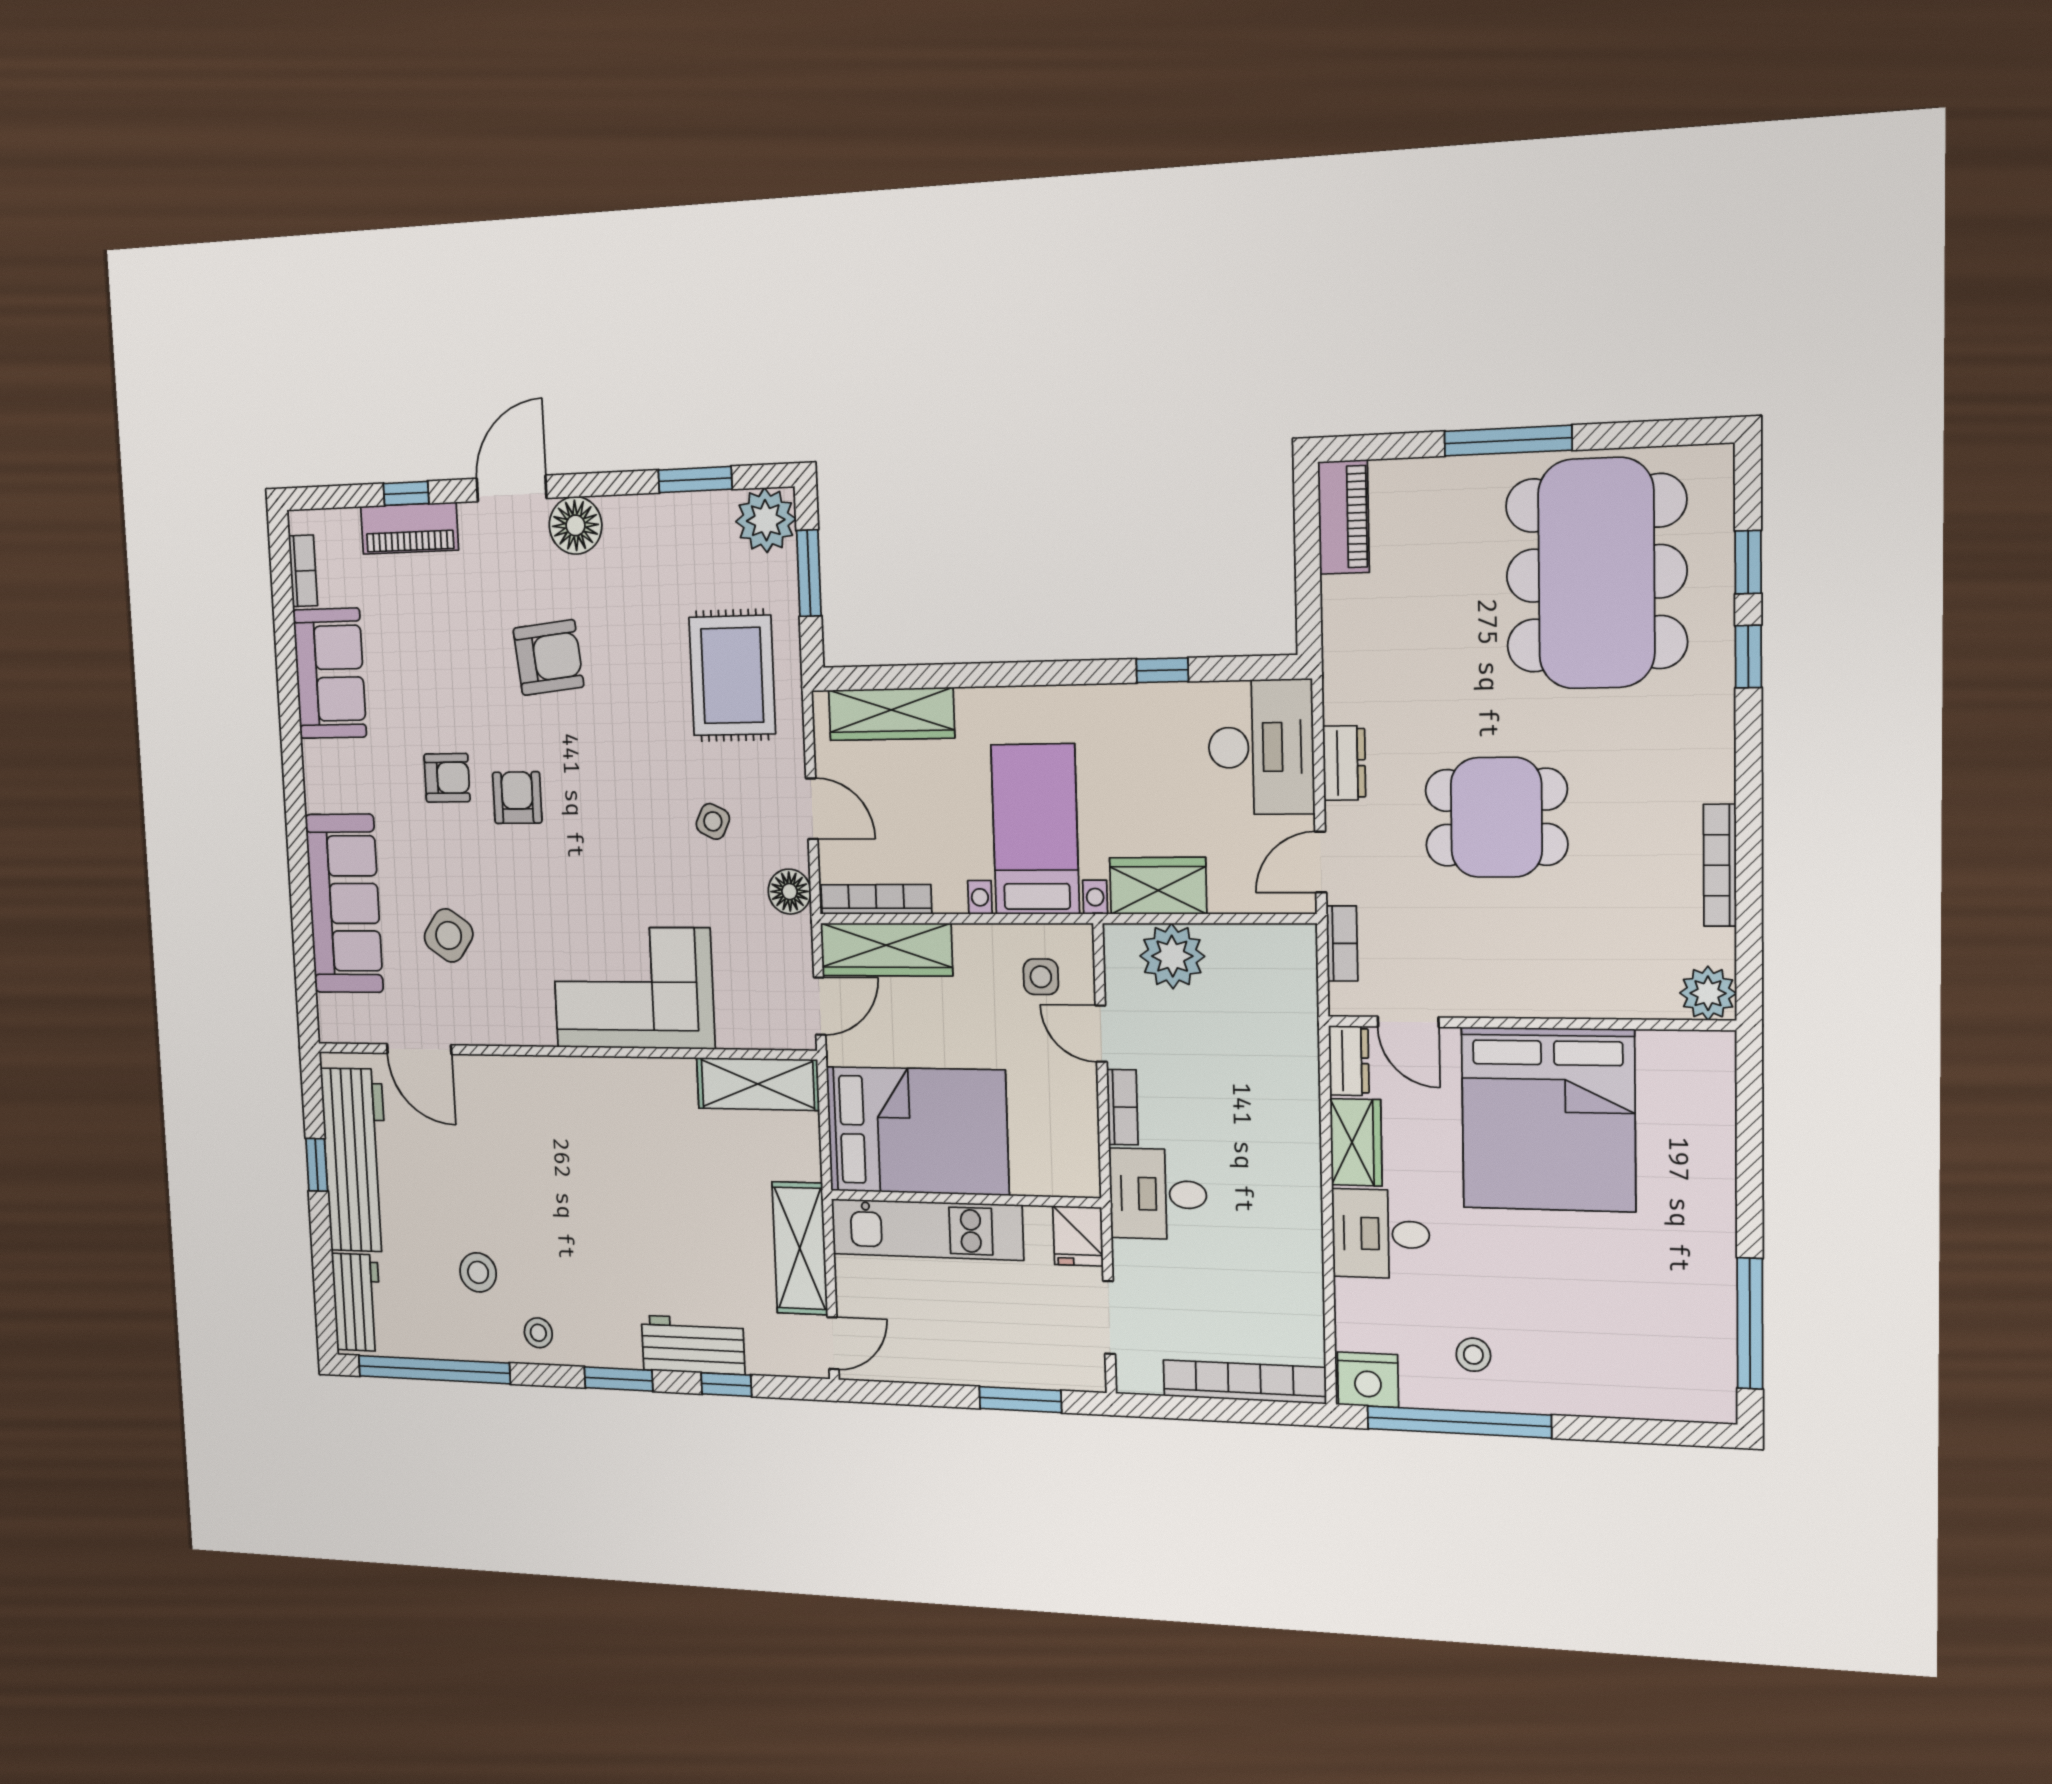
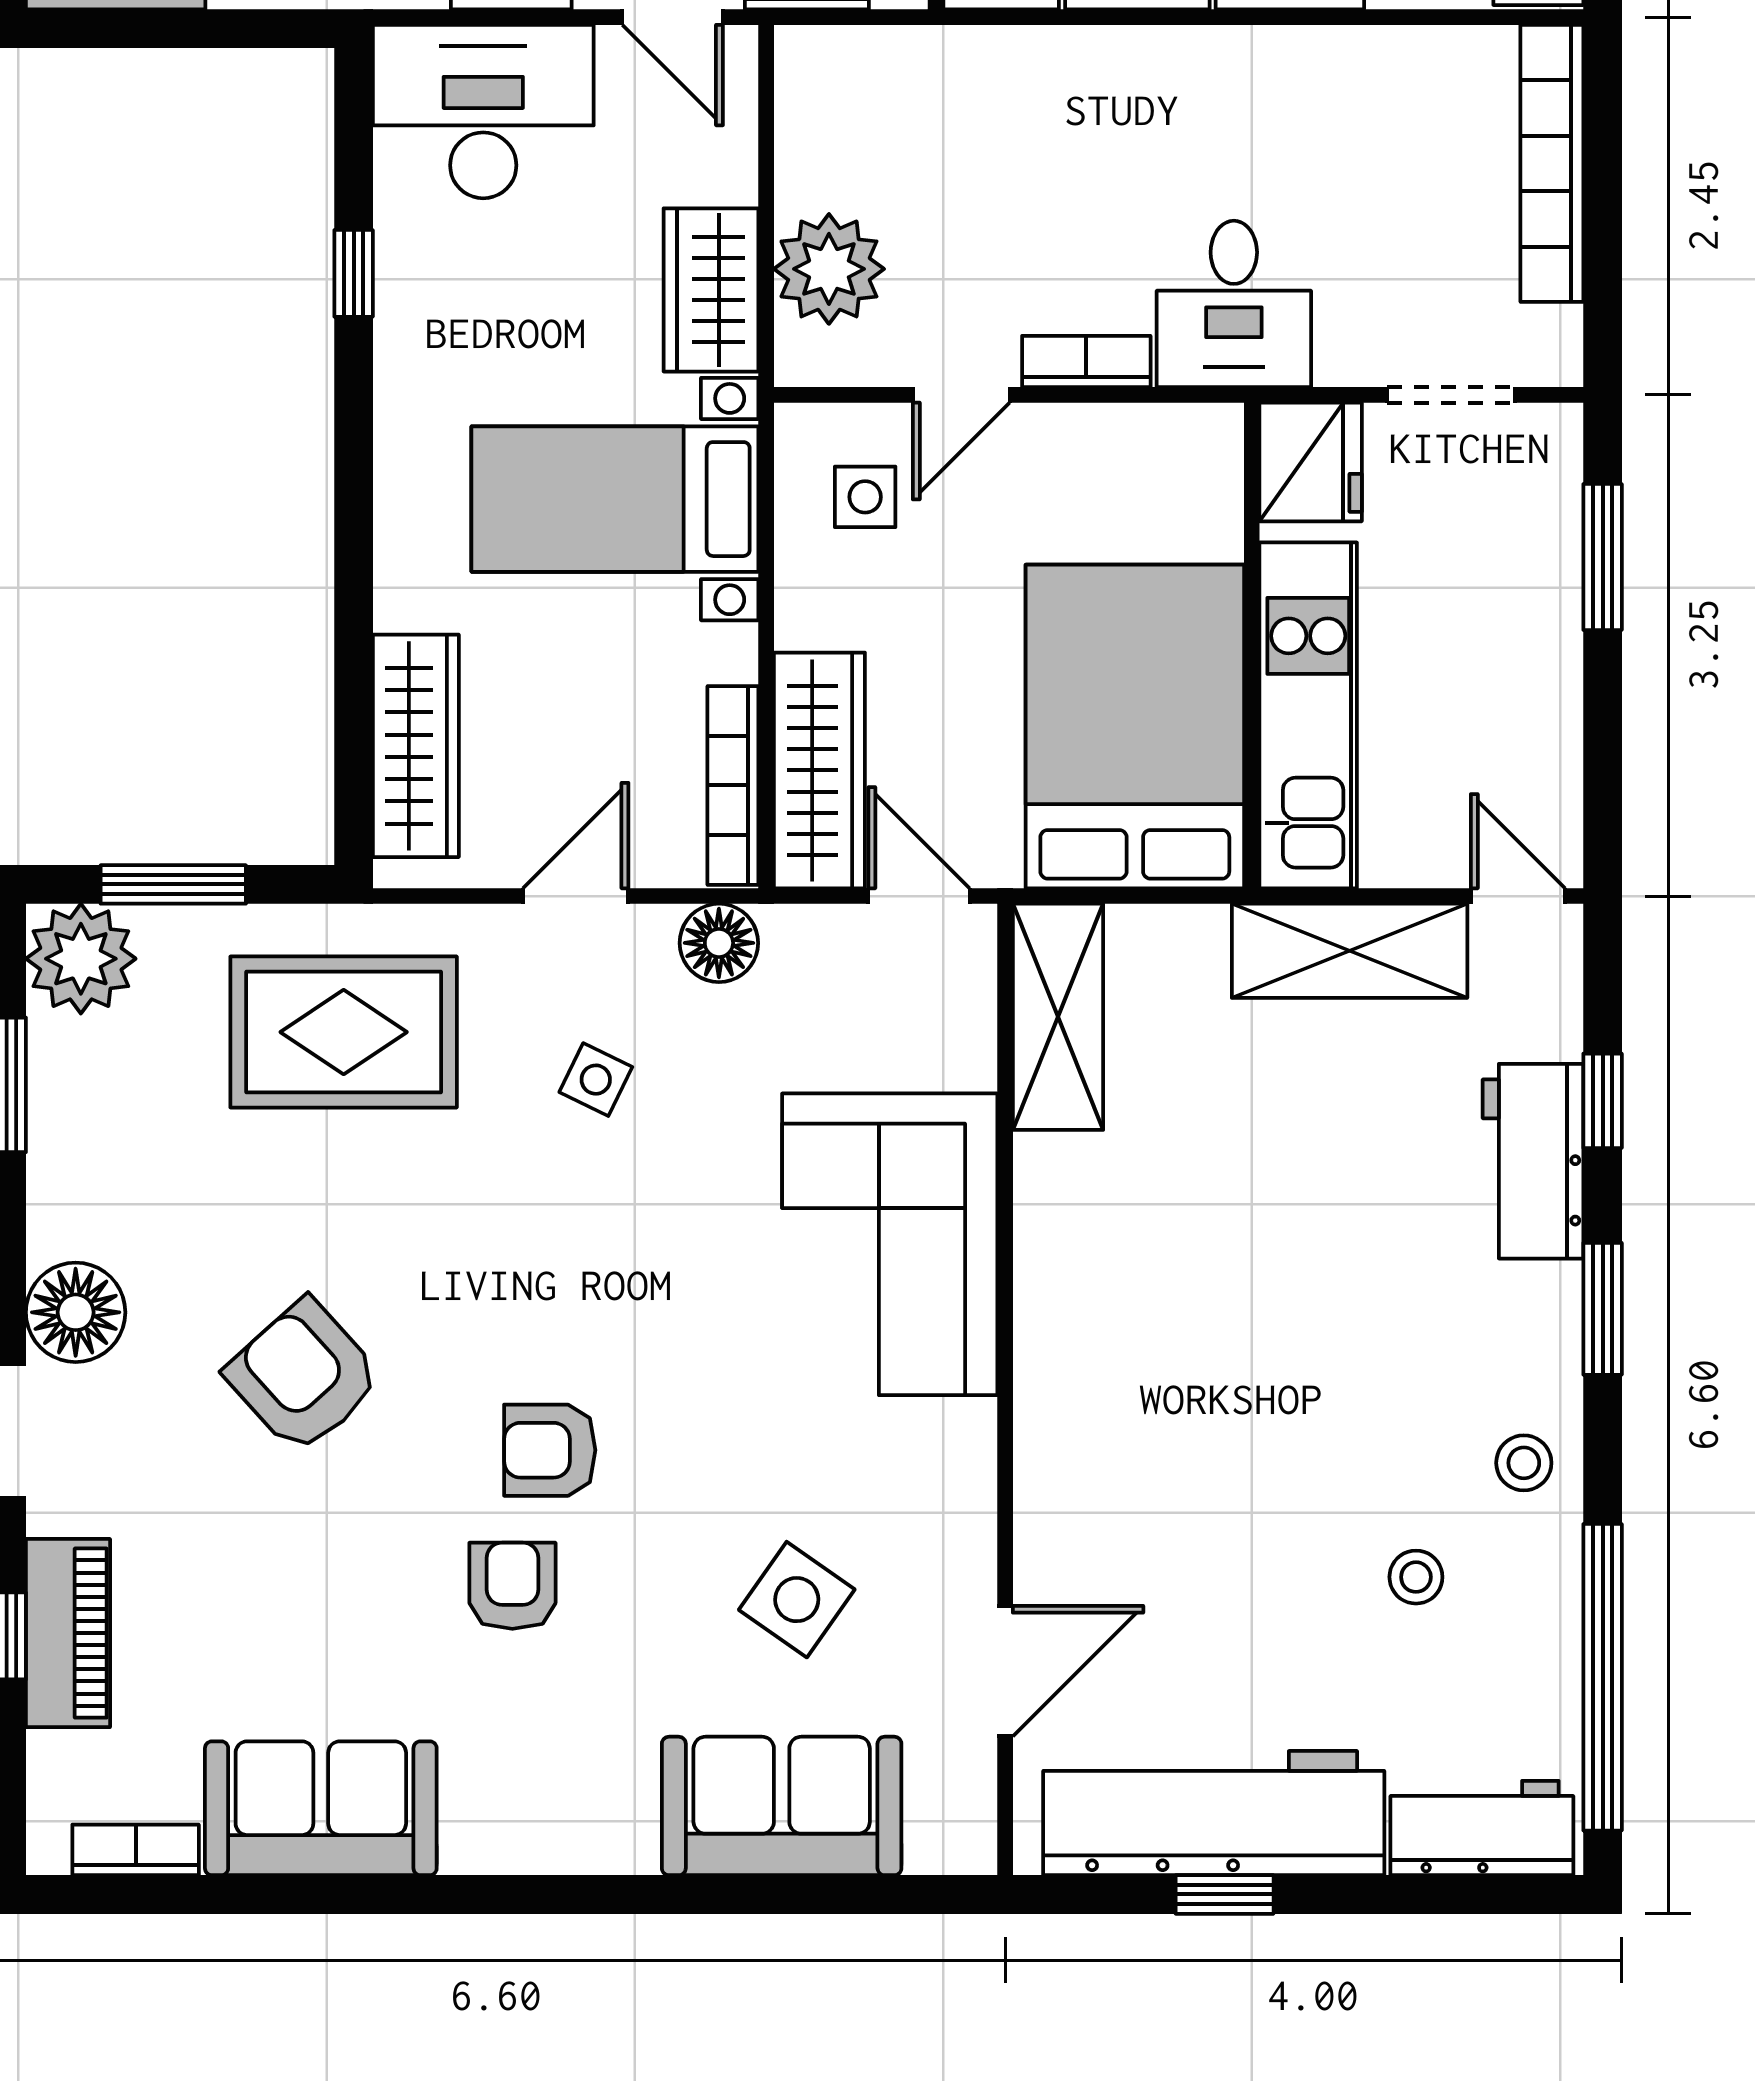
armchair: (548, 658) -> (304, 1376), turned -36
sofa: (344, 903) -> (782, 1806), width x0.73
fridge: (1078, 1236) -> (1311, 462), width x1.38
stool: (478, 1272) -> (1416, 1577), width x0.73, depth x0.73

